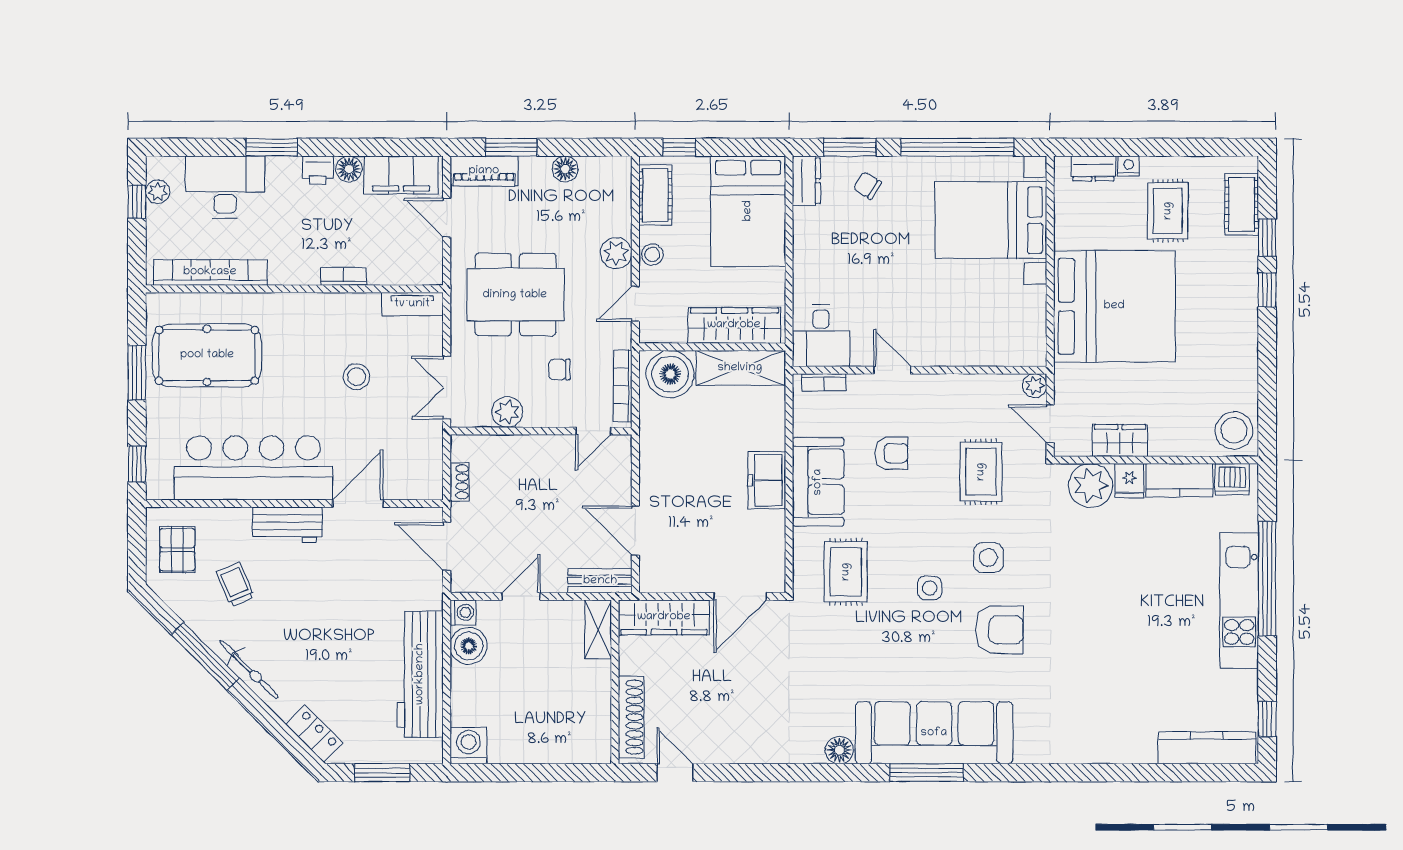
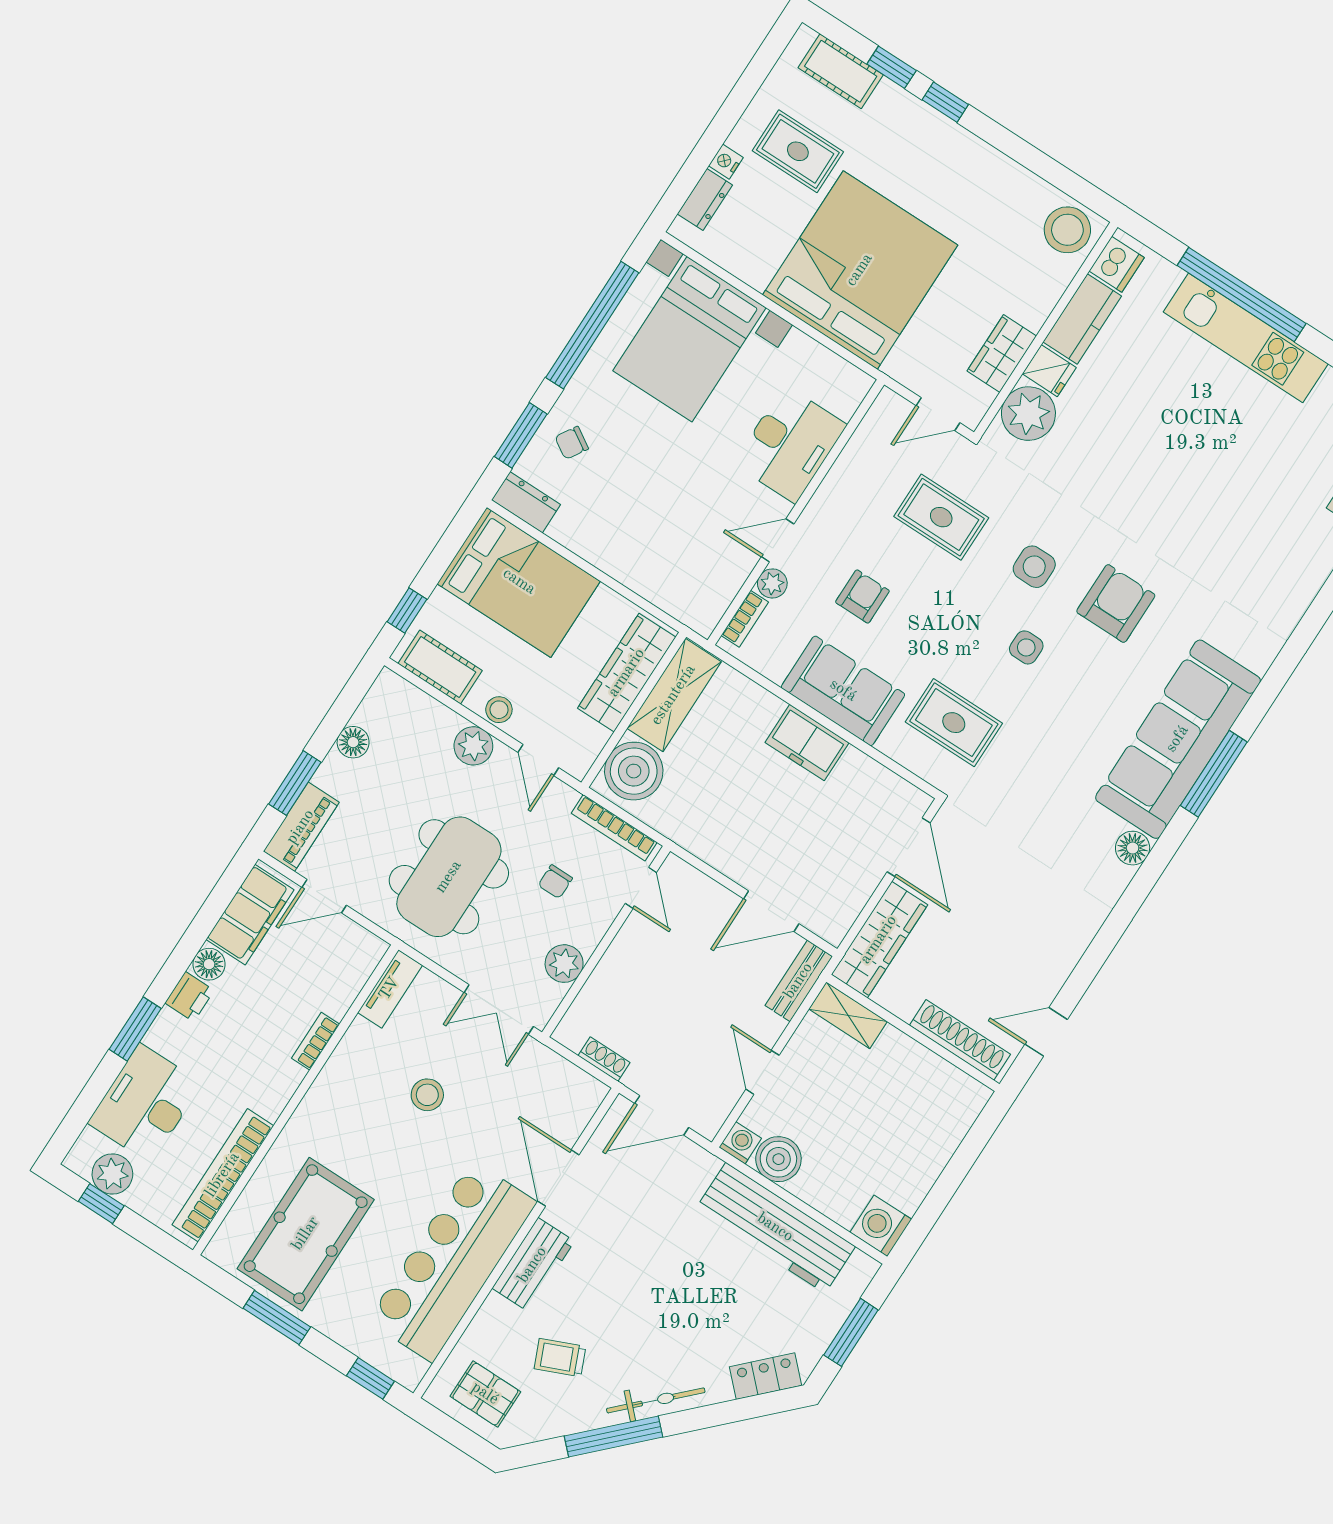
plant: (158, 192) -> (112, 1174), width x1.38, depth x1.38
desk: (821, 336) -> (790, 444), moved, width x1.37
plant: (1035, 386) -> (772, 583), moved

